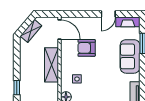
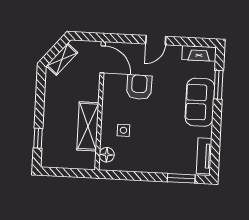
door: (108, 14) -> (156, 40), moved
armchair: (87, 48) -> (139, 87), turned 91
shelving: (52, 65) -> (88, 126), moved

